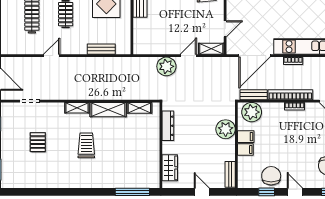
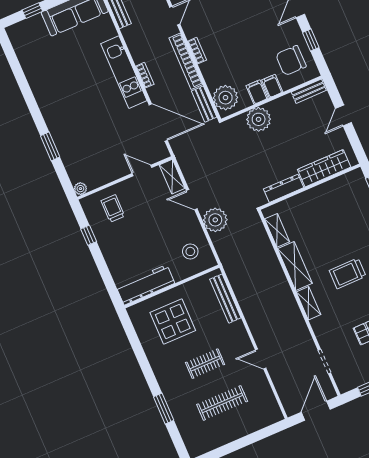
stool: (151, 38) -> (190, 251), added
bench: (101, 49) -> (225, 299), width x1.36
wardrobe: (170, 168) -> (324, 168), width x1.50
chair: (271, 176) -> (291, 60), moved

